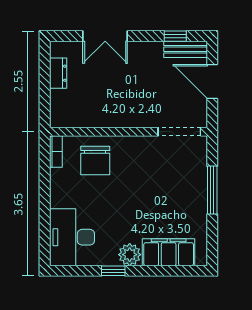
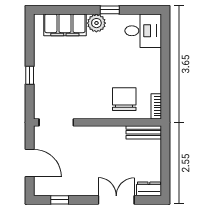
bench: (186, 49) -> (144, 132), moved
dresser: (58, 73) -> (149, 189), moved, turned 90
window: (212, 190) -> (30, 75), width x0.46
desk: (72, 237) -> (143, 31), width x0.73

